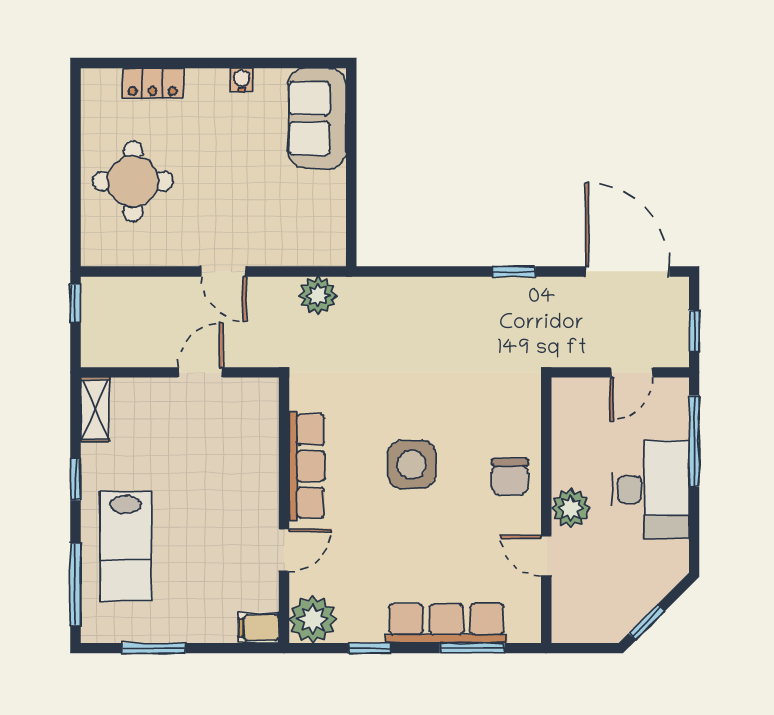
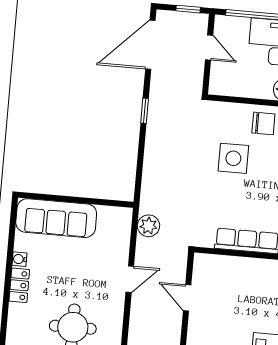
locker: (153, 83) -> (19, 285), moved
sofa: (317, 118) -> (56, 218), width x1.36
side table: (412, 465) -> (233, 158), moved

